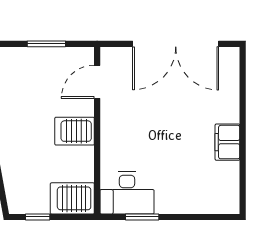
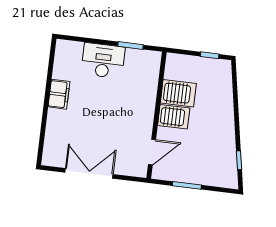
double door: (176, 44) -> (89, 173), width x0.73
desk: (127, 193) -> (103, 61), moved
server rack: (72, 198) -> (178, 93), moved

